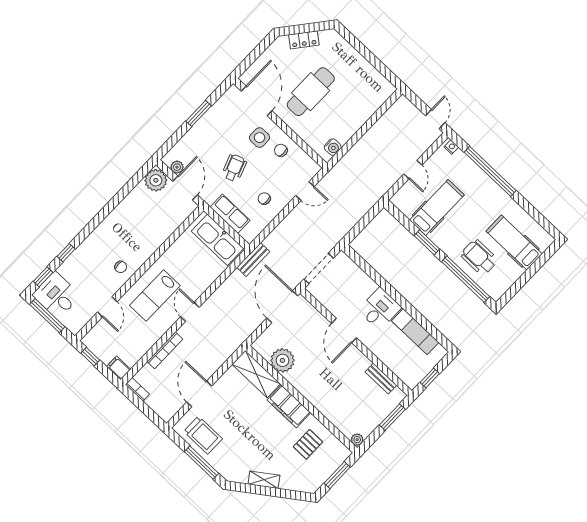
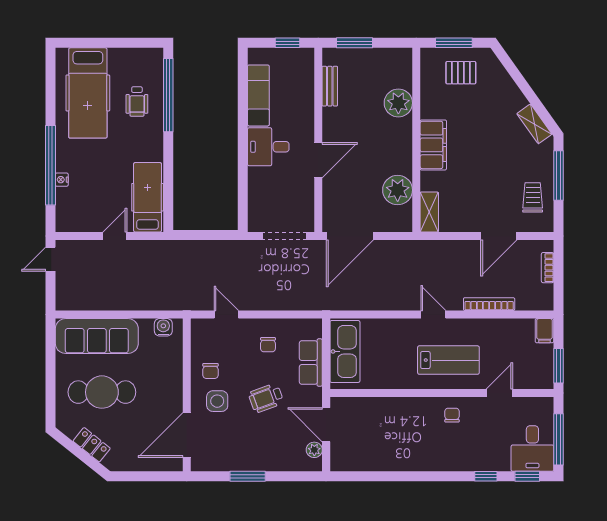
cafe table: (311, 92) -> (102, 392), moved
sofa: (365, 103) -> (97, 336), added
nightstand: (451, 147) -> (62, 180), moved
plant: (156, 180) -> (344, 458), removed
door: (185, 188) -> (326, 425), hinge flipped
hospital bed: (437, 208) -> (148, 197), moved, turned 90
window: (427, 242) -> (168, 161), removed
hospital bed: (514, 242) -> (88, 93), width x1.37, depth x1.29
wheelchair: (479, 257) -> (137, 102), width x0.73, depth x0.73
bench: (253, 260) -> (332, 302), removed
door: (190, 312) -> (433, 315), swing flipped
window: (90, 357) -> (559, 366), width x1.50
shelving: (256, 374) -> (429, 212), width x0.67, depth x0.75
bookcase: (137, 389) -> (548, 268), moved
trolley: (203, 435) -> (533, 197), width x0.73, depth x0.72
plant: (357, 440) -> (398, 103), moved, width x1.88, depth x1.88
pallet: (308, 444) -> (461, 73), moved
shelving: (264, 480) -> (534, 124), moved

